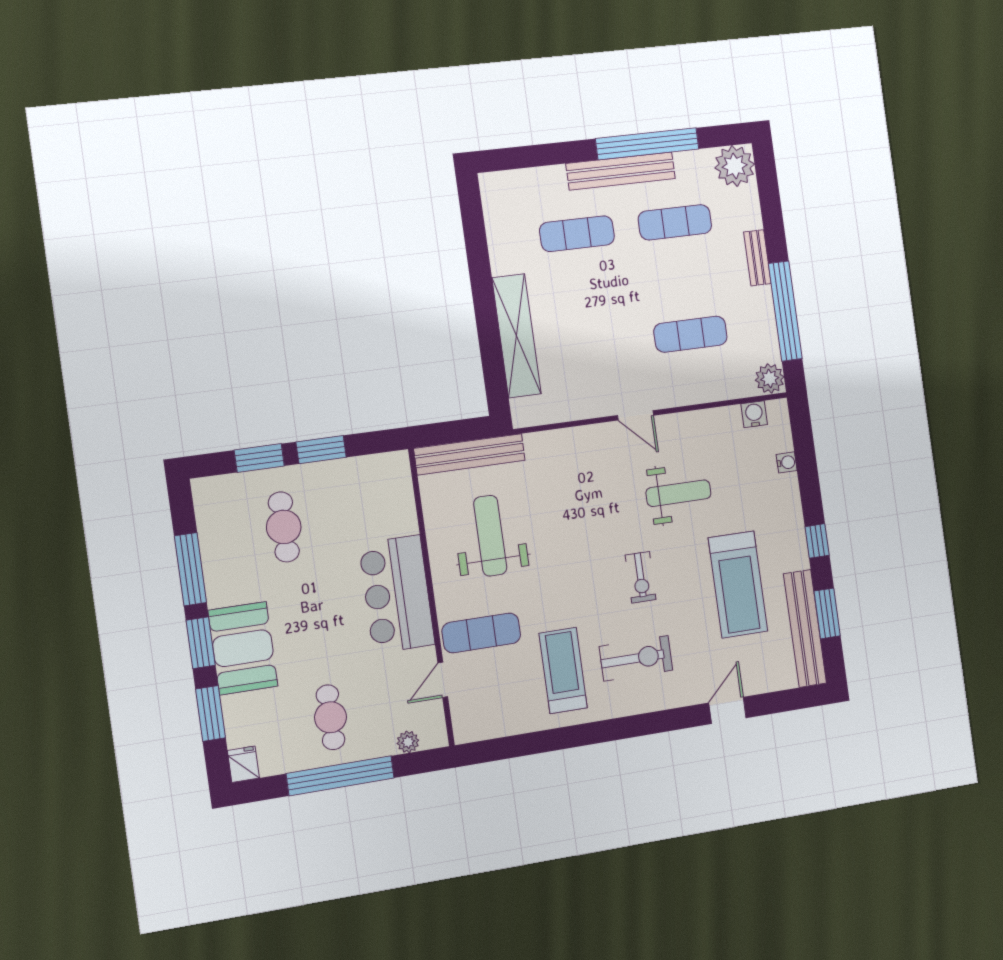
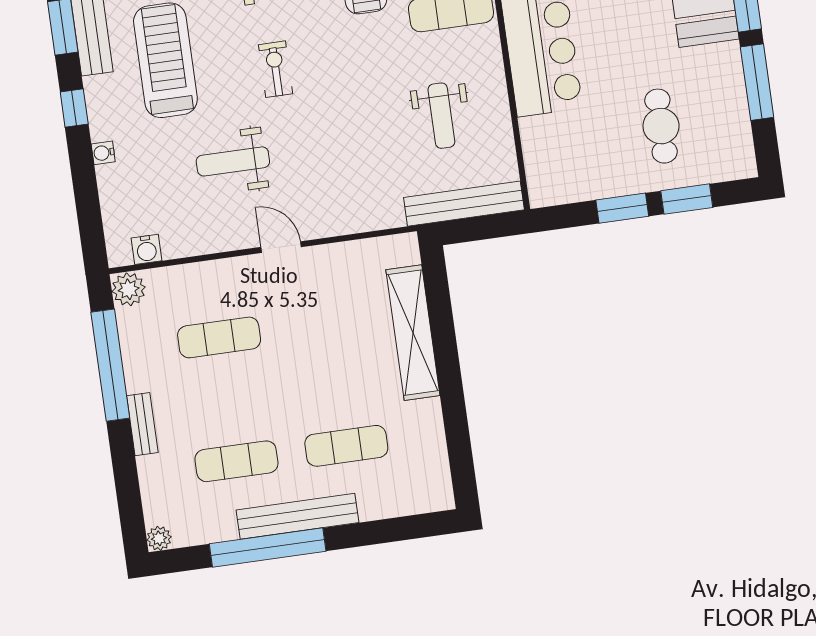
plant: (735, 166) -> (159, 538), width x0.53, depth x0.53
water cooler: (787, 462) -> (103, 153), moved
weight bench: (490, 536) -> (441, 116), width x0.73, depth x0.75

